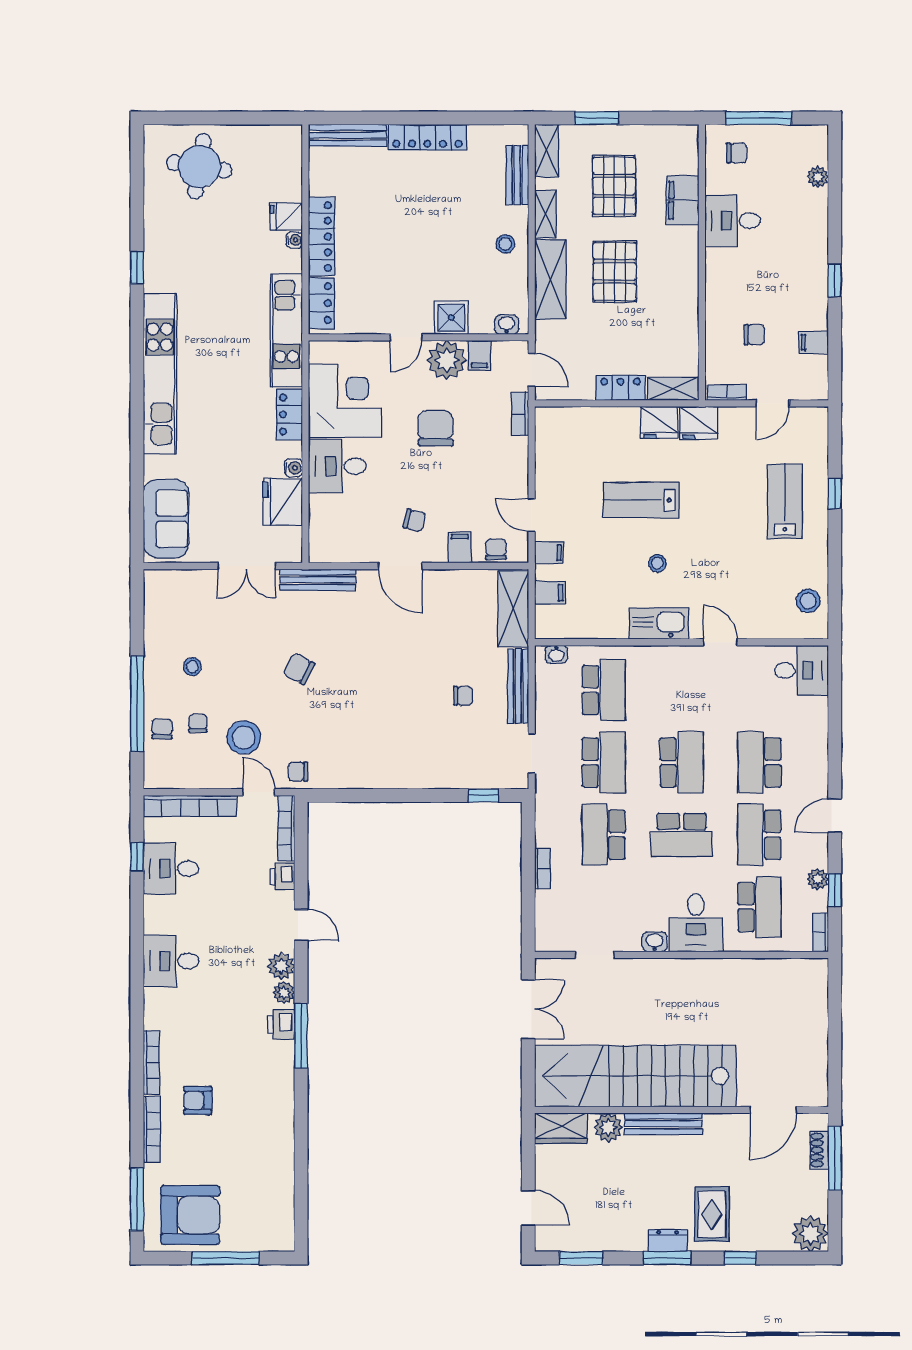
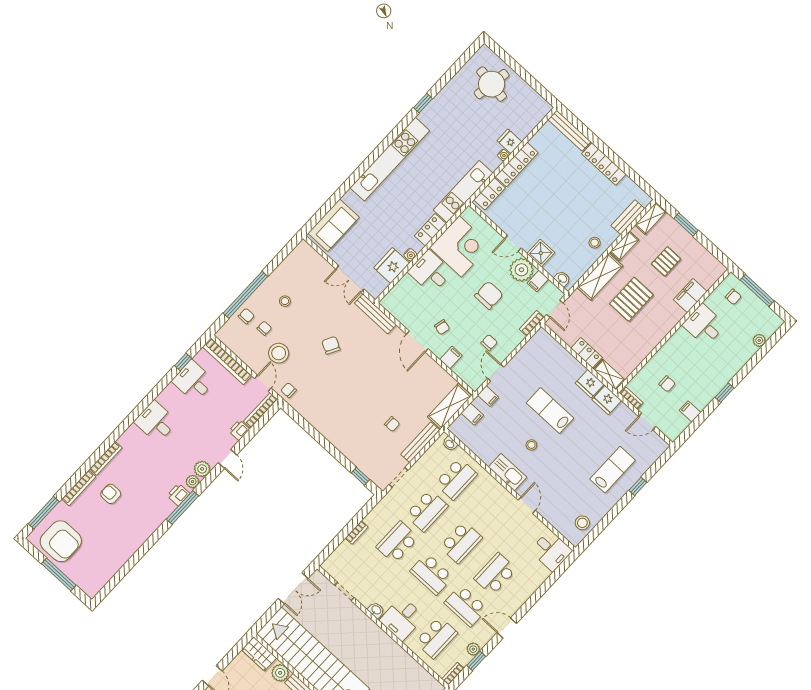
pallet: (614, 186) -> (666, 261), width x0.67, depth x0.71
chair: (496, 549) -> (489, 343), moved
school desk: (759, 835) -> (466, 606), turned -90

